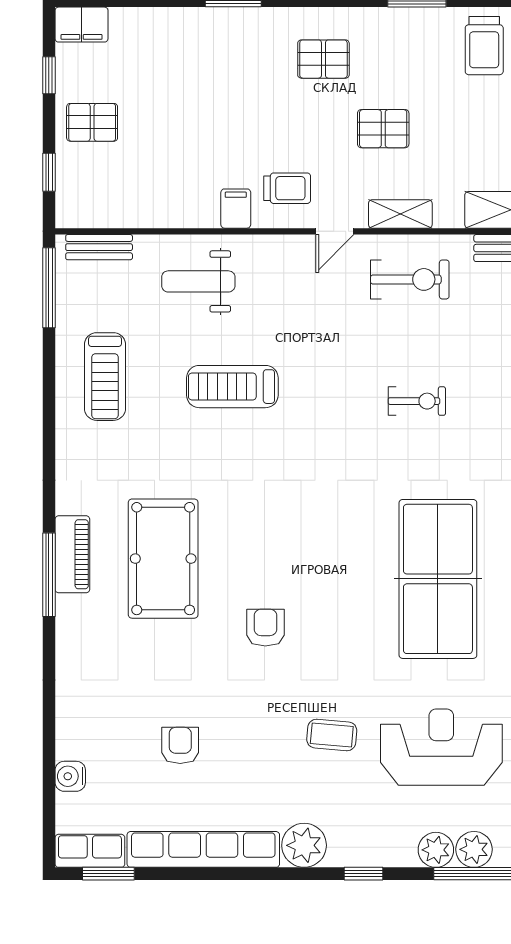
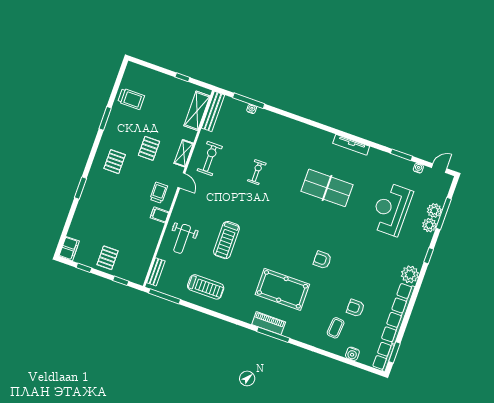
table tennis table: (438, 579) -> (327, 188), width x0.73, depth x0.76
coffee table: (332, 735) -> (336, 328), moved

